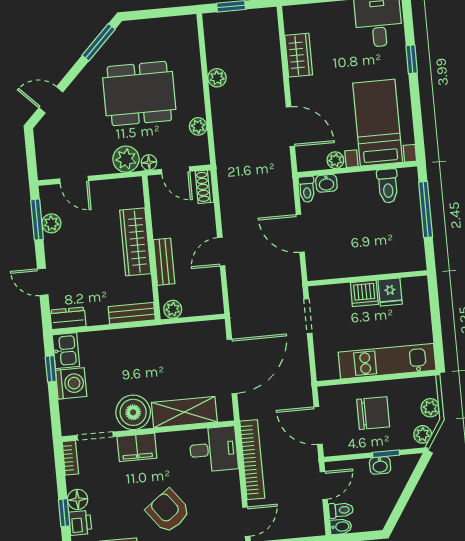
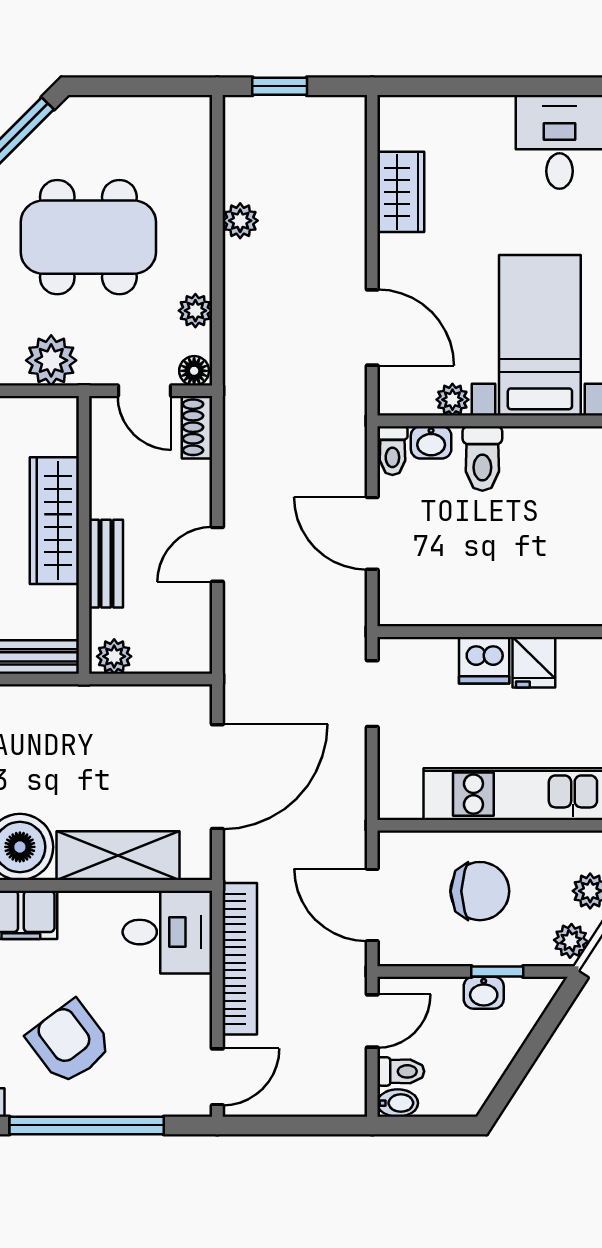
floor lamp: (149, 162) -> (194, 371), moved
toilet: (388, 186) -> (482, 458), moved

